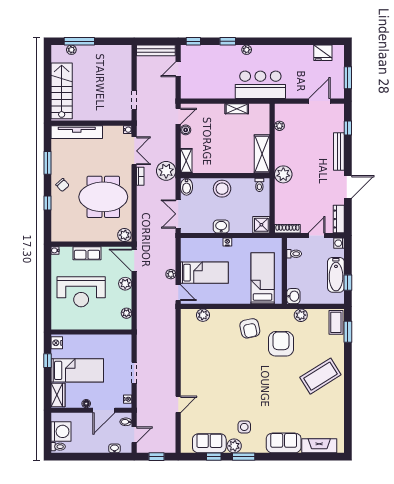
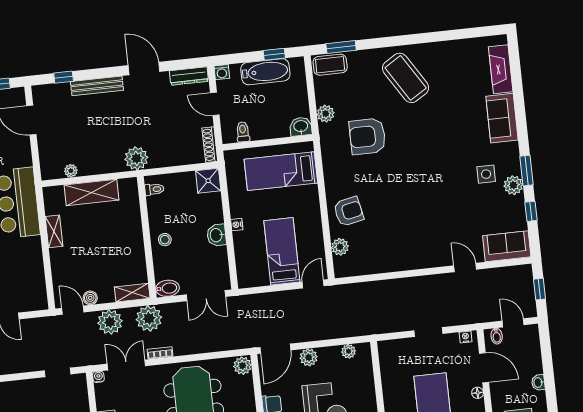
shelving: (262, 154) -> (91, 192), moved
stool: (222, 189) -> (165, 240), width x0.53, depth x0.53
plant: (171, 274) -> (110, 322), moved, width x1.87, depth x1.87
armchair: (250, 328) -> (349, 211), moved
sofa: (209, 443) -> (507, 246), moved, turned 90
washbasin: (115, 448) -> (538, 382), moved

